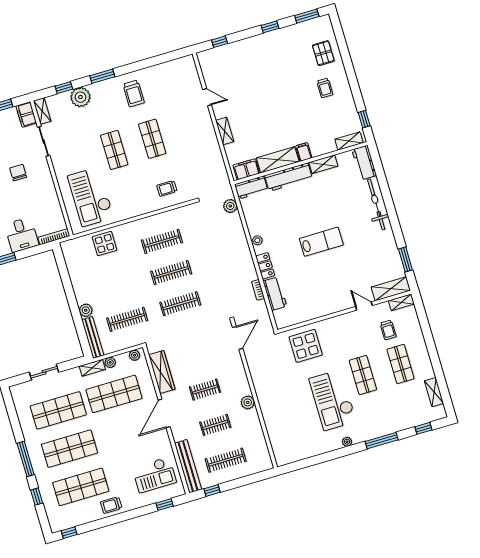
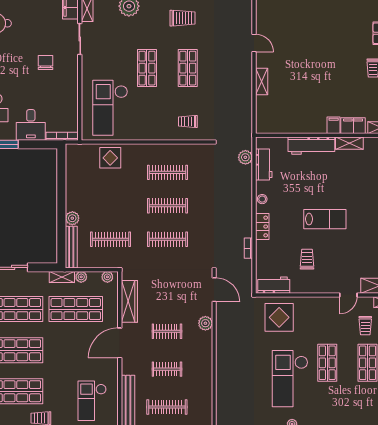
trolley: (134, 94) -> (183, 18), turned -90
shelving: (278, 160) -> (306, 125), removed
filing cabinet: (246, 169) -> (353, 126), moved
workbench: (251, 187) -> (264, 164), moved, turned -90
trolley: (316, 284) -> (307, 259), added
workbench: (275, 294) -> (274, 285), moved, turned -90
door: (364, 306) -> (348, 295), swing flipped
door: (238, 338) -> (214, 290), hinge flipped
plant: (248, 402) -> (205, 323), moved
checkout: (154, 475) -> (92, 401), turned 90

